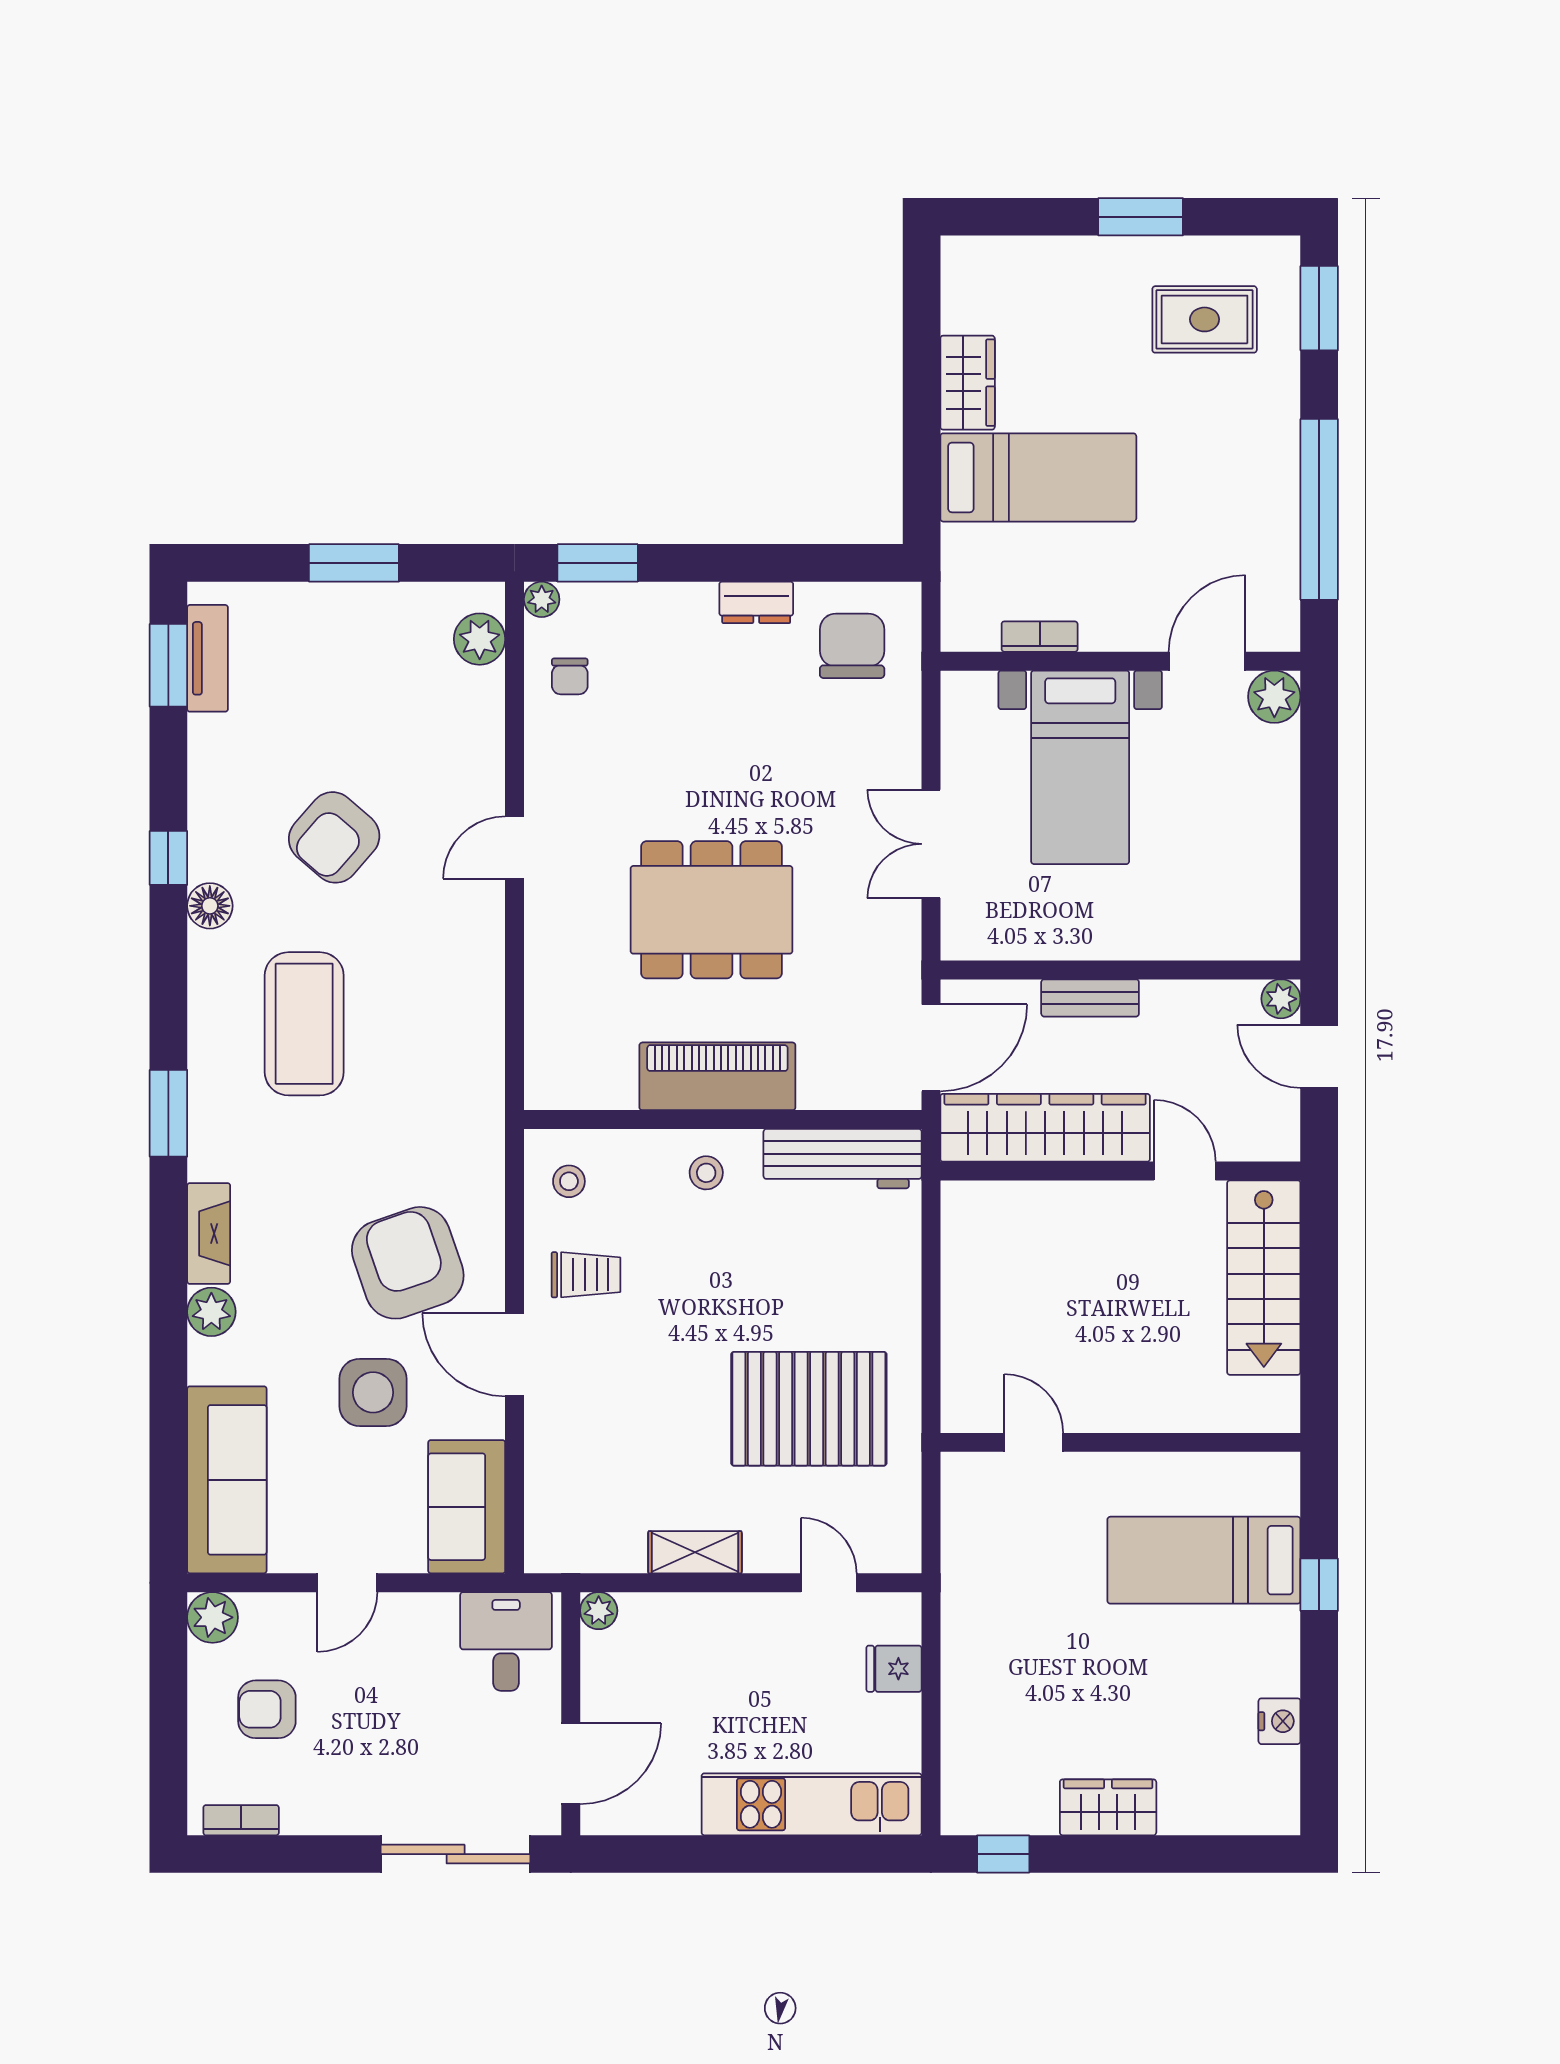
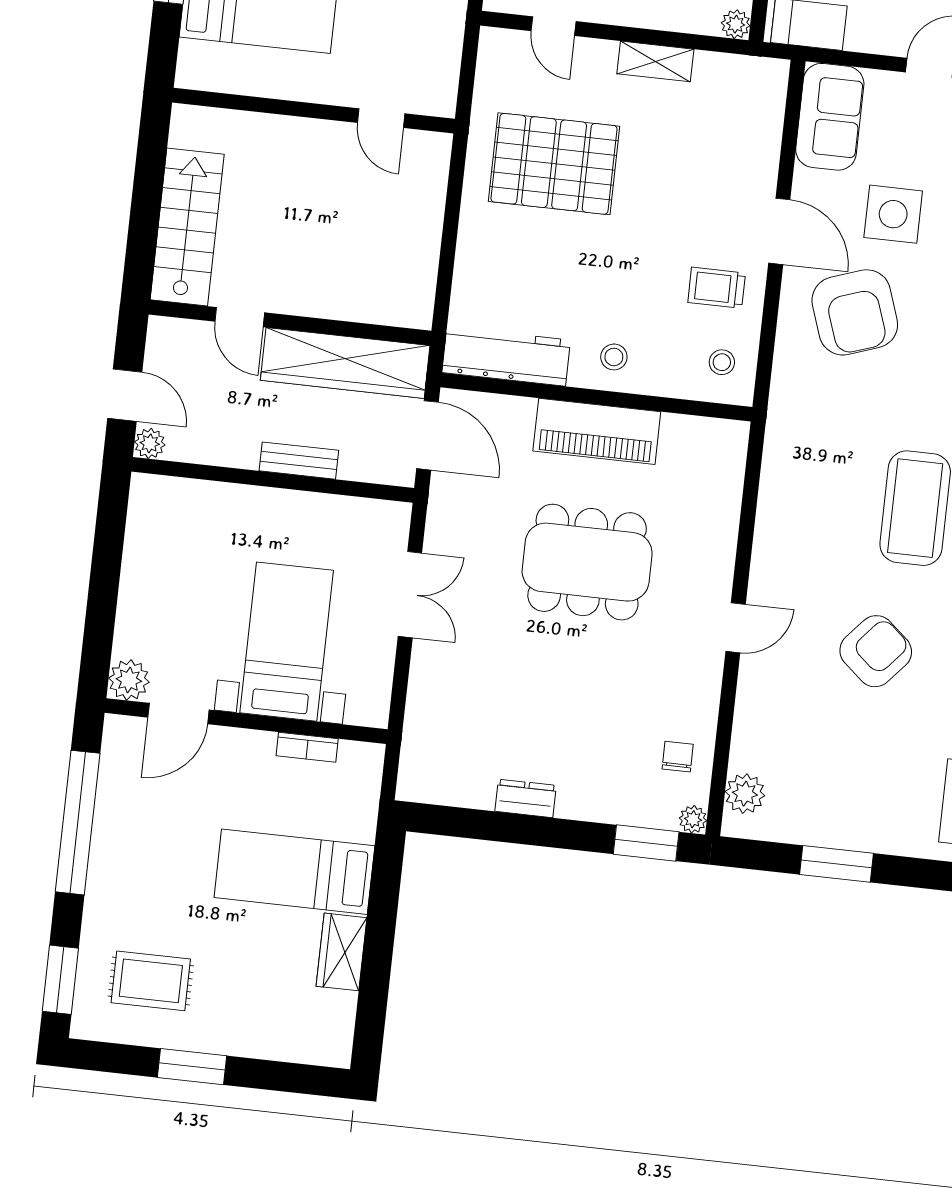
chair: (852, 646) -> (454, 756), removed
door: (931, 1048) -> (427, 435), swing flipped

